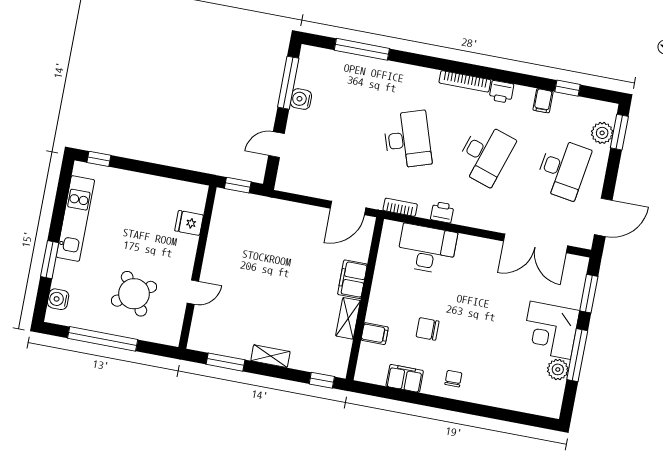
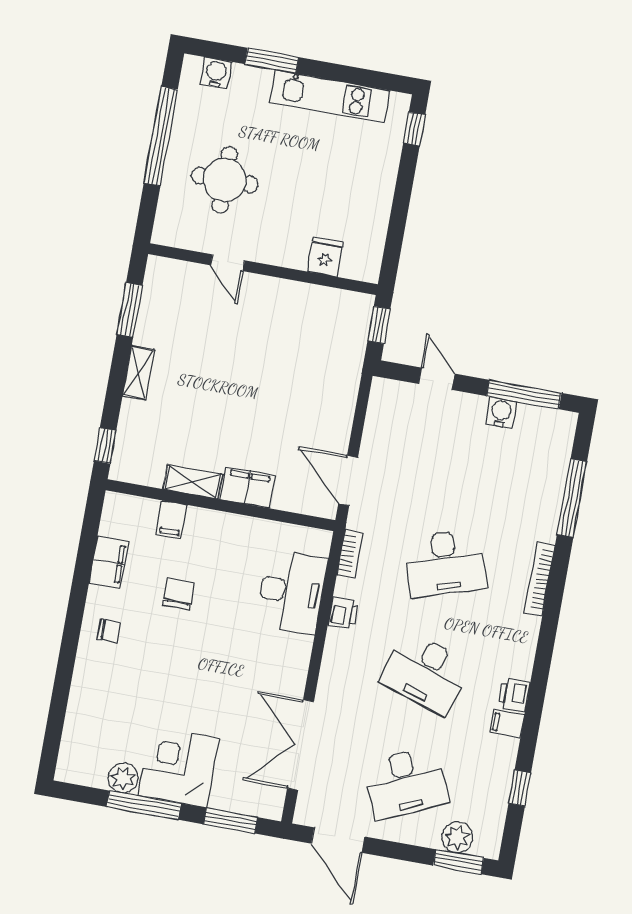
bookcase: (465, 81) -> (540, 579), moved
filing cabinet: (543, 101) -> (507, 724), moved
desk: (563, 169) -> (406, 783), turned -33
round table: (134, 294) -> (225, 180), turned 33

